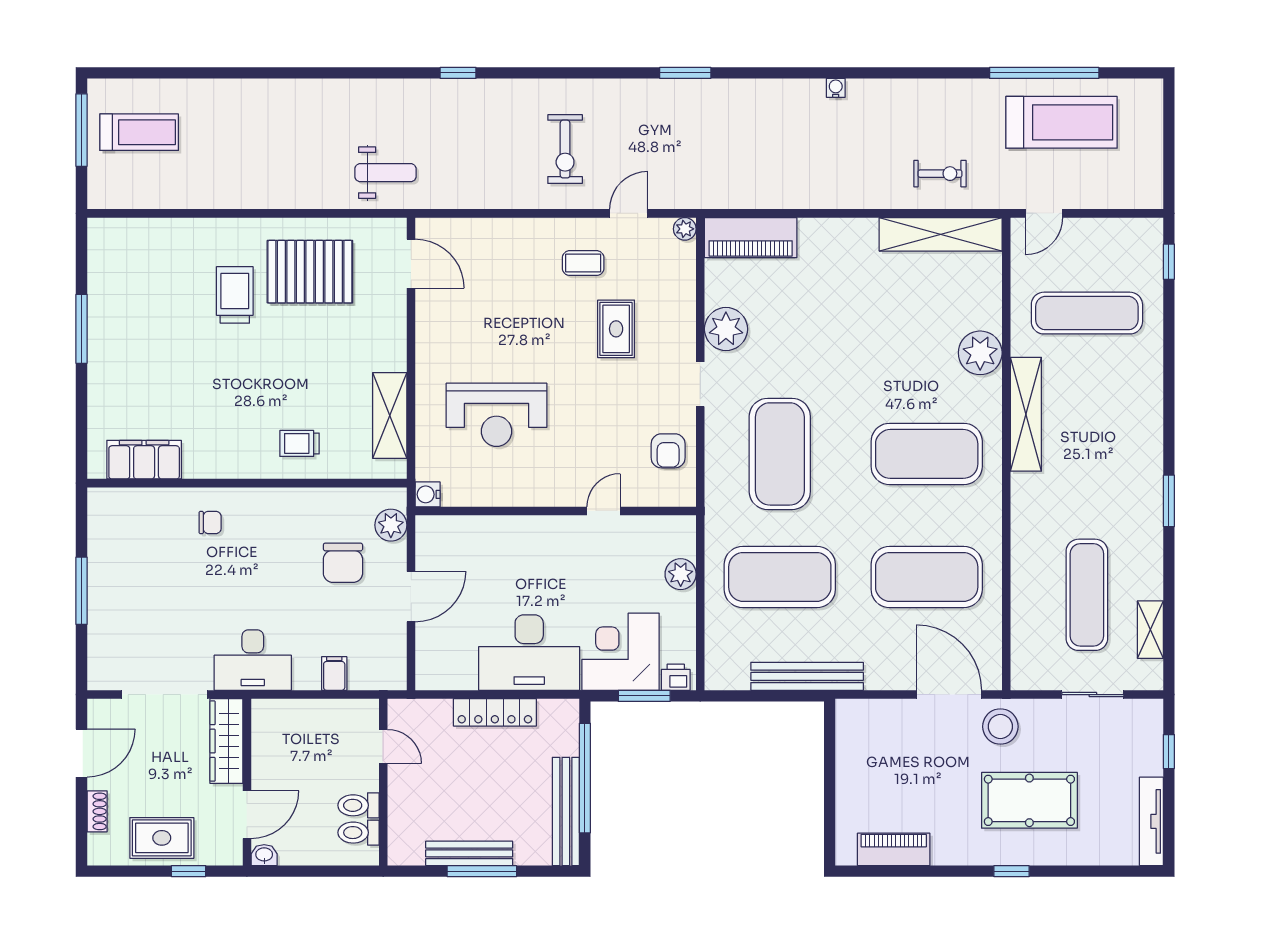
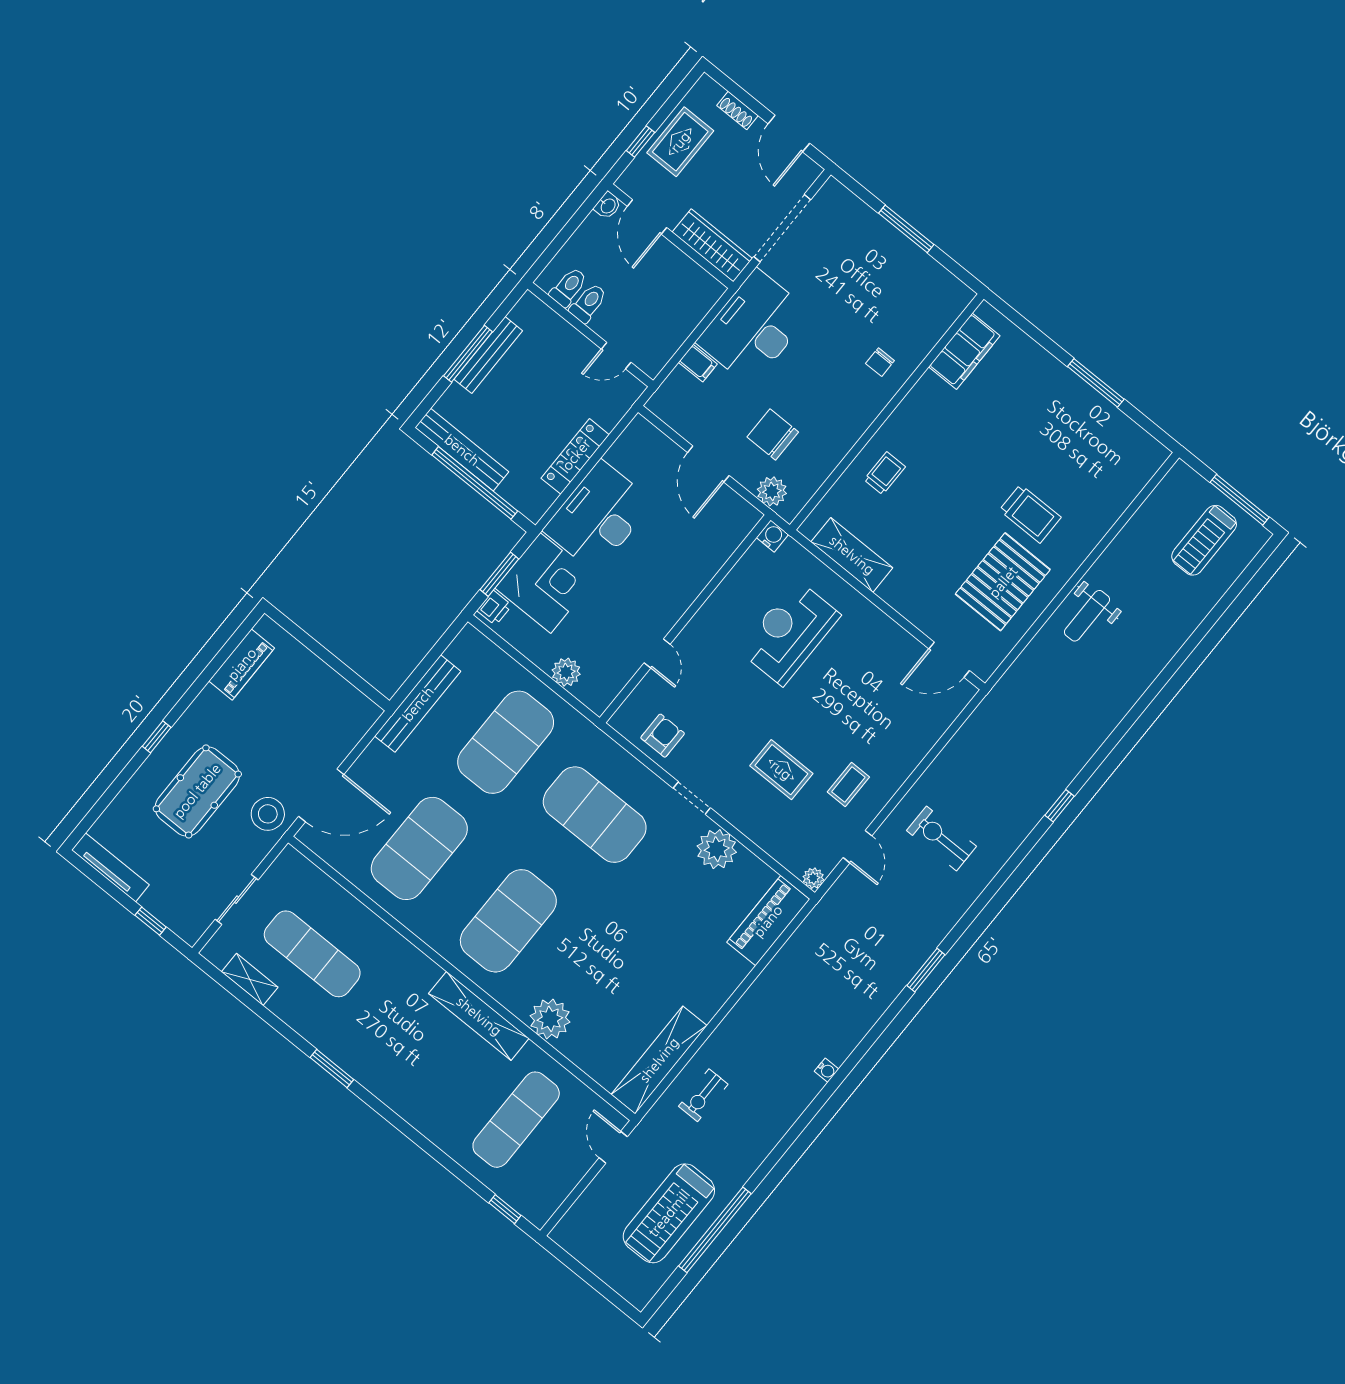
weight bench: (385, 173) -> (1087, 616), moved
armchair: (668, 451) -> (663, 736), turned 90
desk: (253, 660) -> (754, 328), width x1.36, depth x1.30

